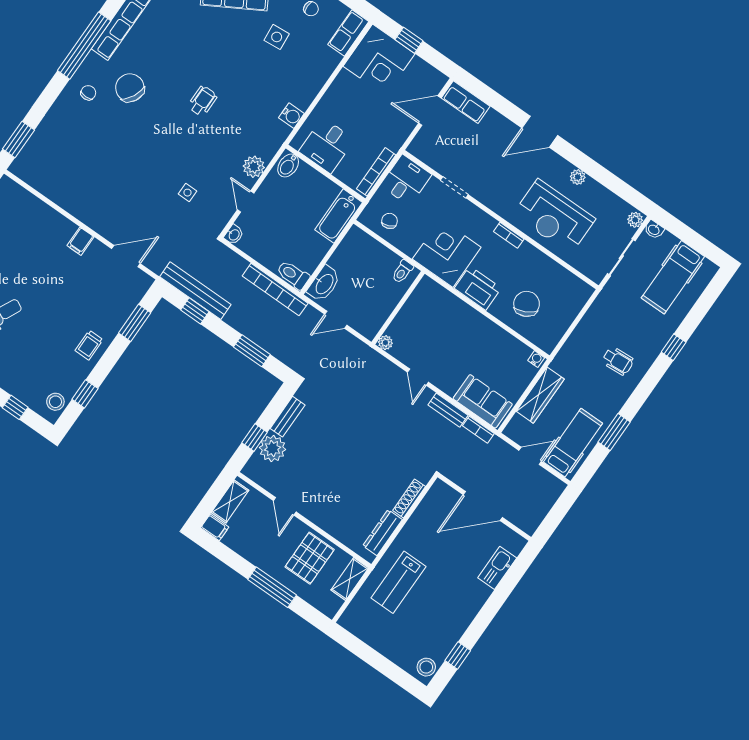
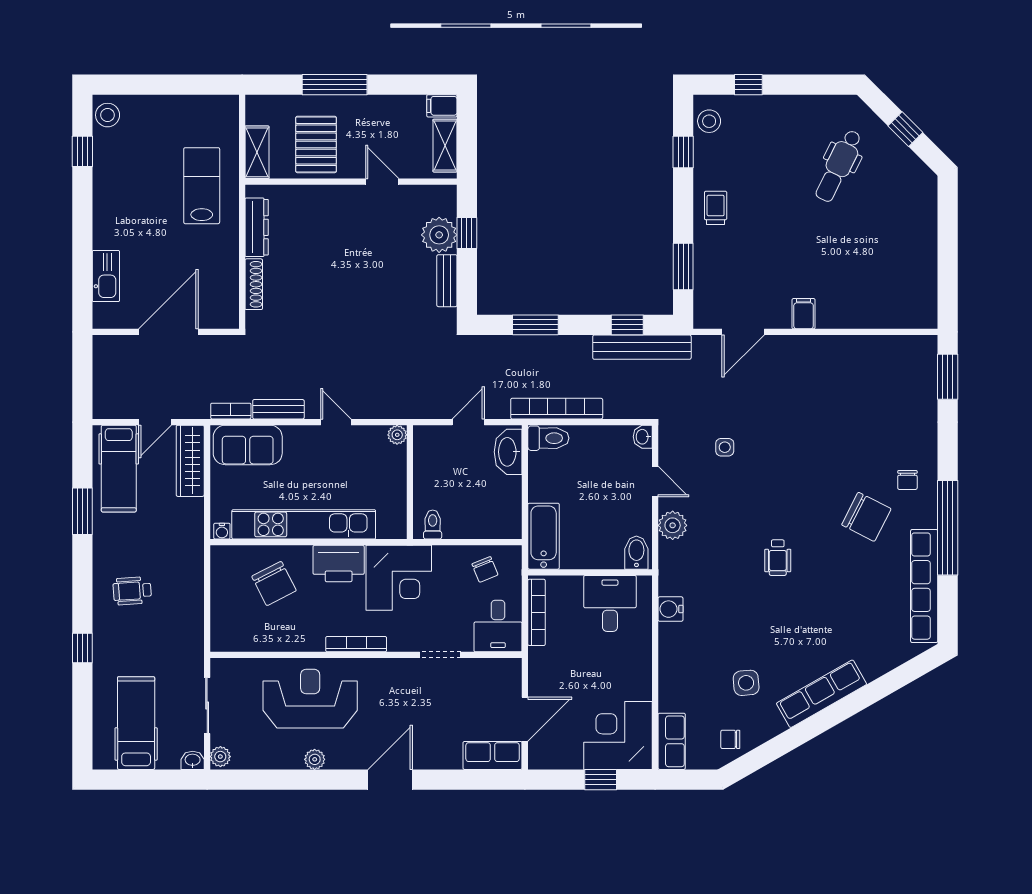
bookcase: (509, 235) -> (356, 644), width x1.56
kitchen unit: (482, 328) -> (304, 524), added
wardrobe: (540, 395) -> (190, 461), moved

